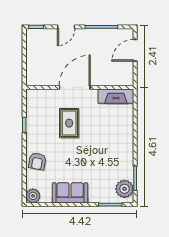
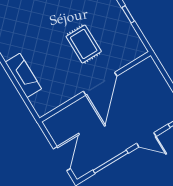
door: (66, 27) -> (146, 140), swing flipped
fireplace: (116, 96) -> (23, 75), moved, turned 90

